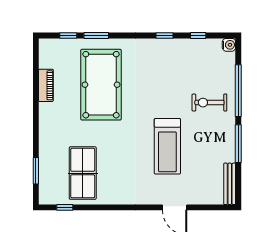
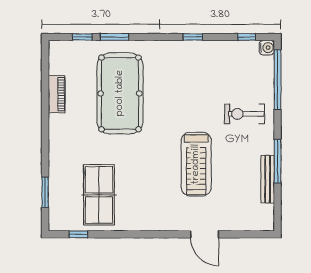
window: (198, 35) -> (247, 37), moved
window: (238, 91) -> (278, 80), moved
bench: (230, 184) -> (268, 179), moved

